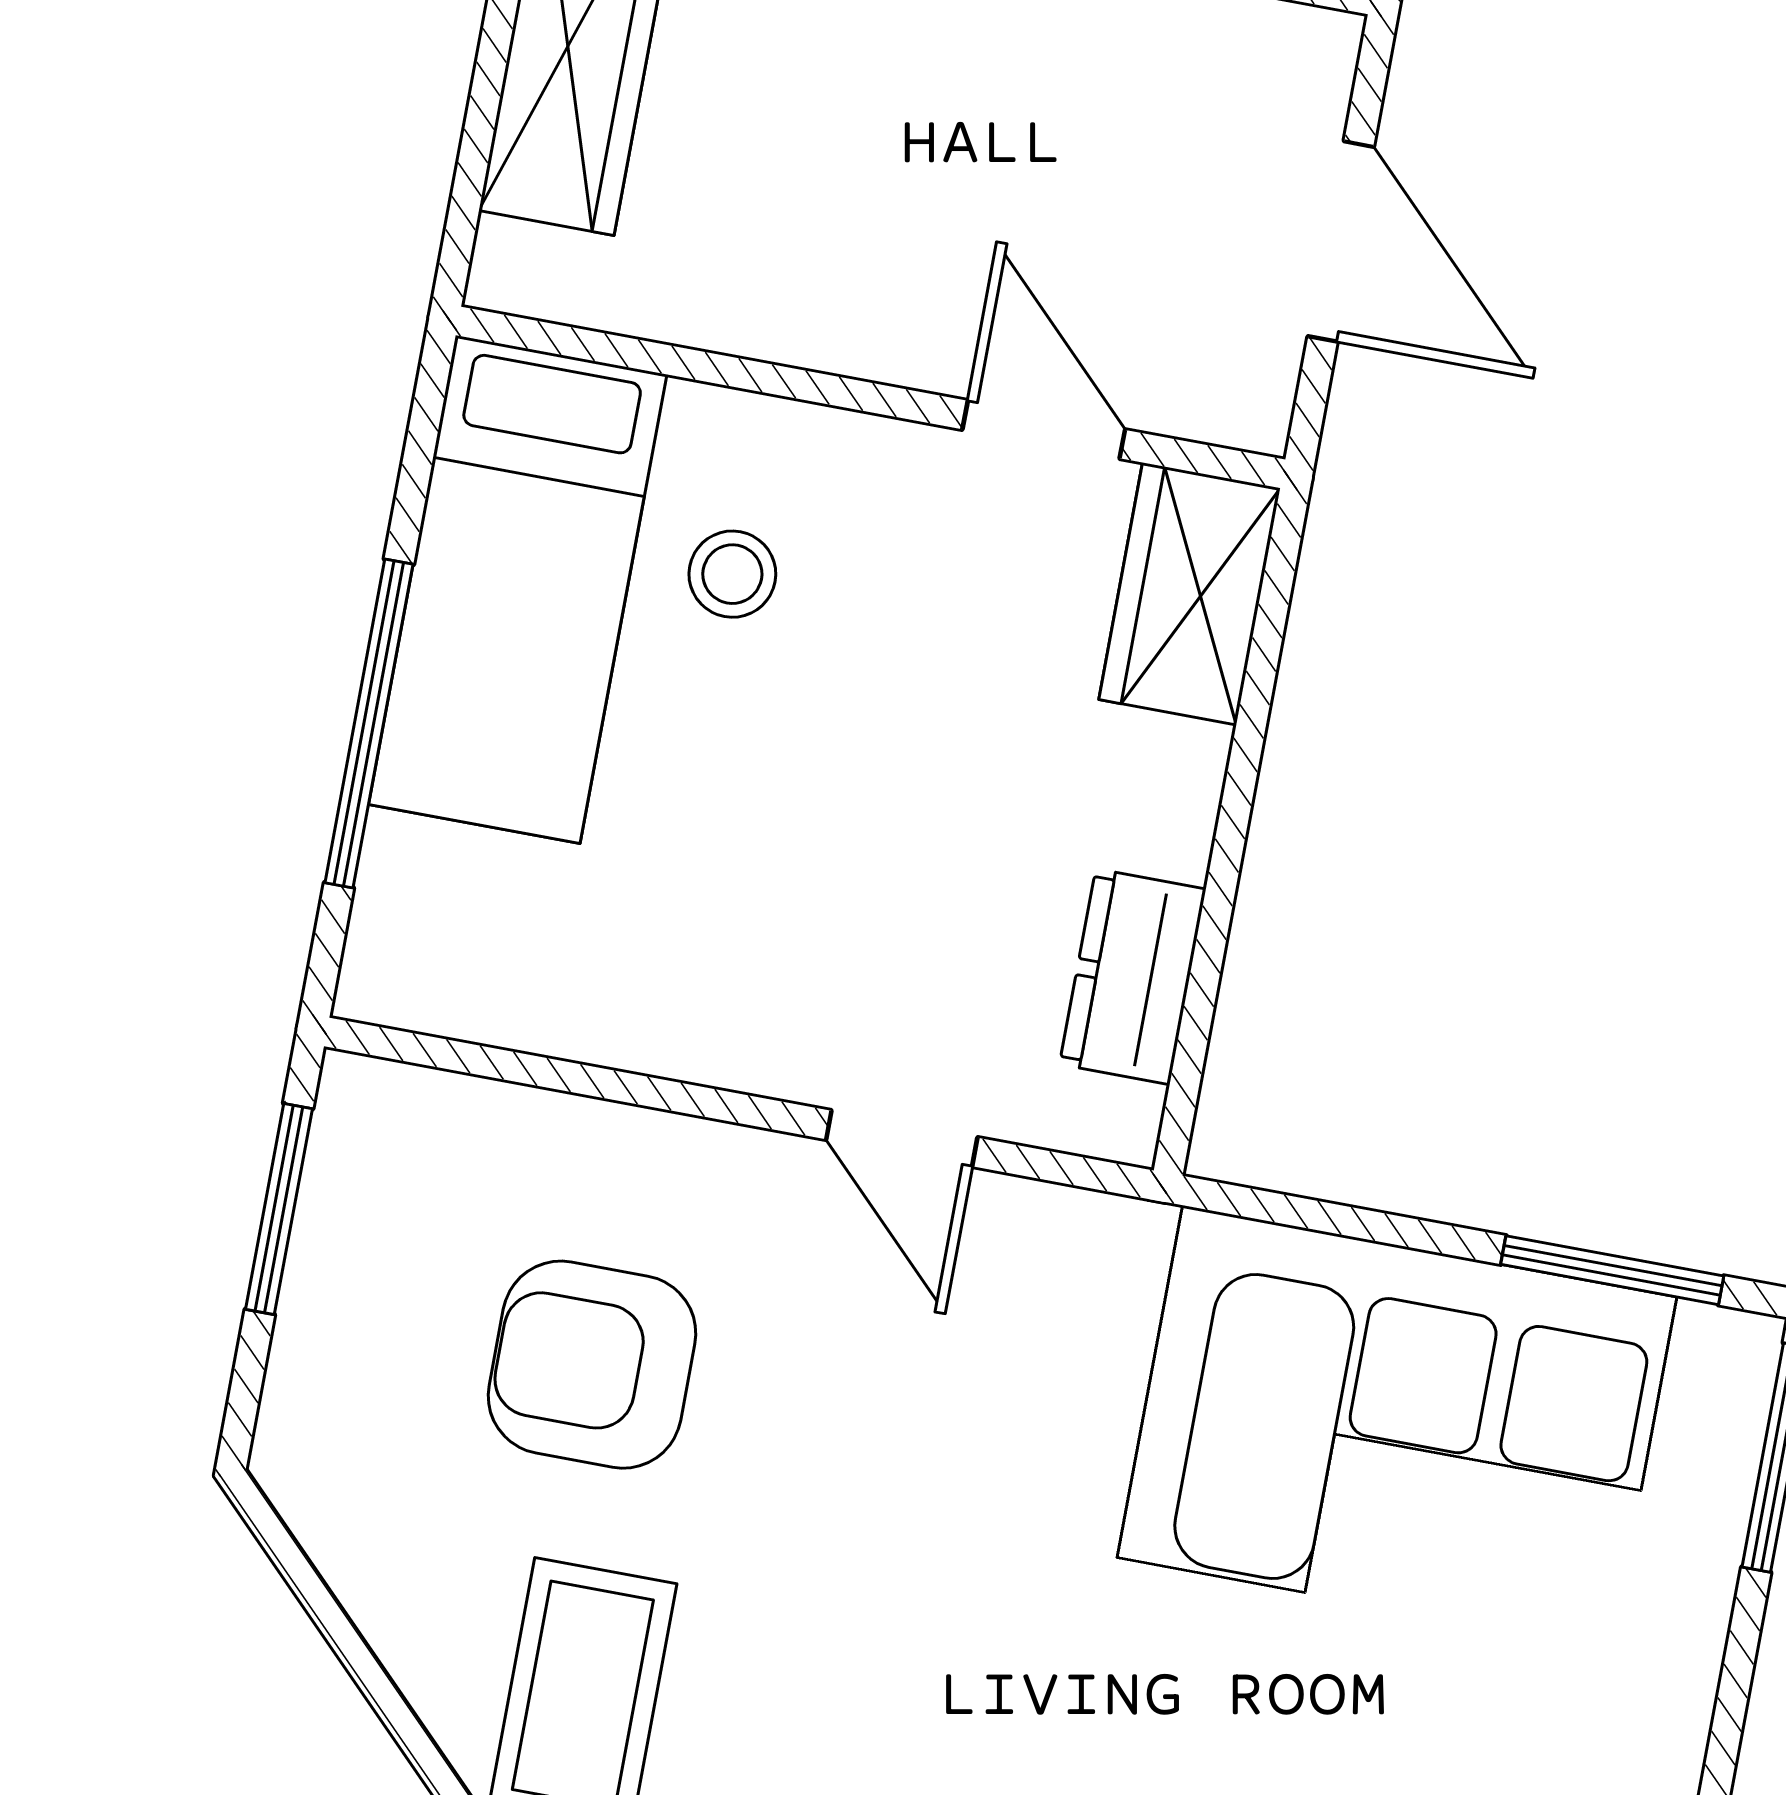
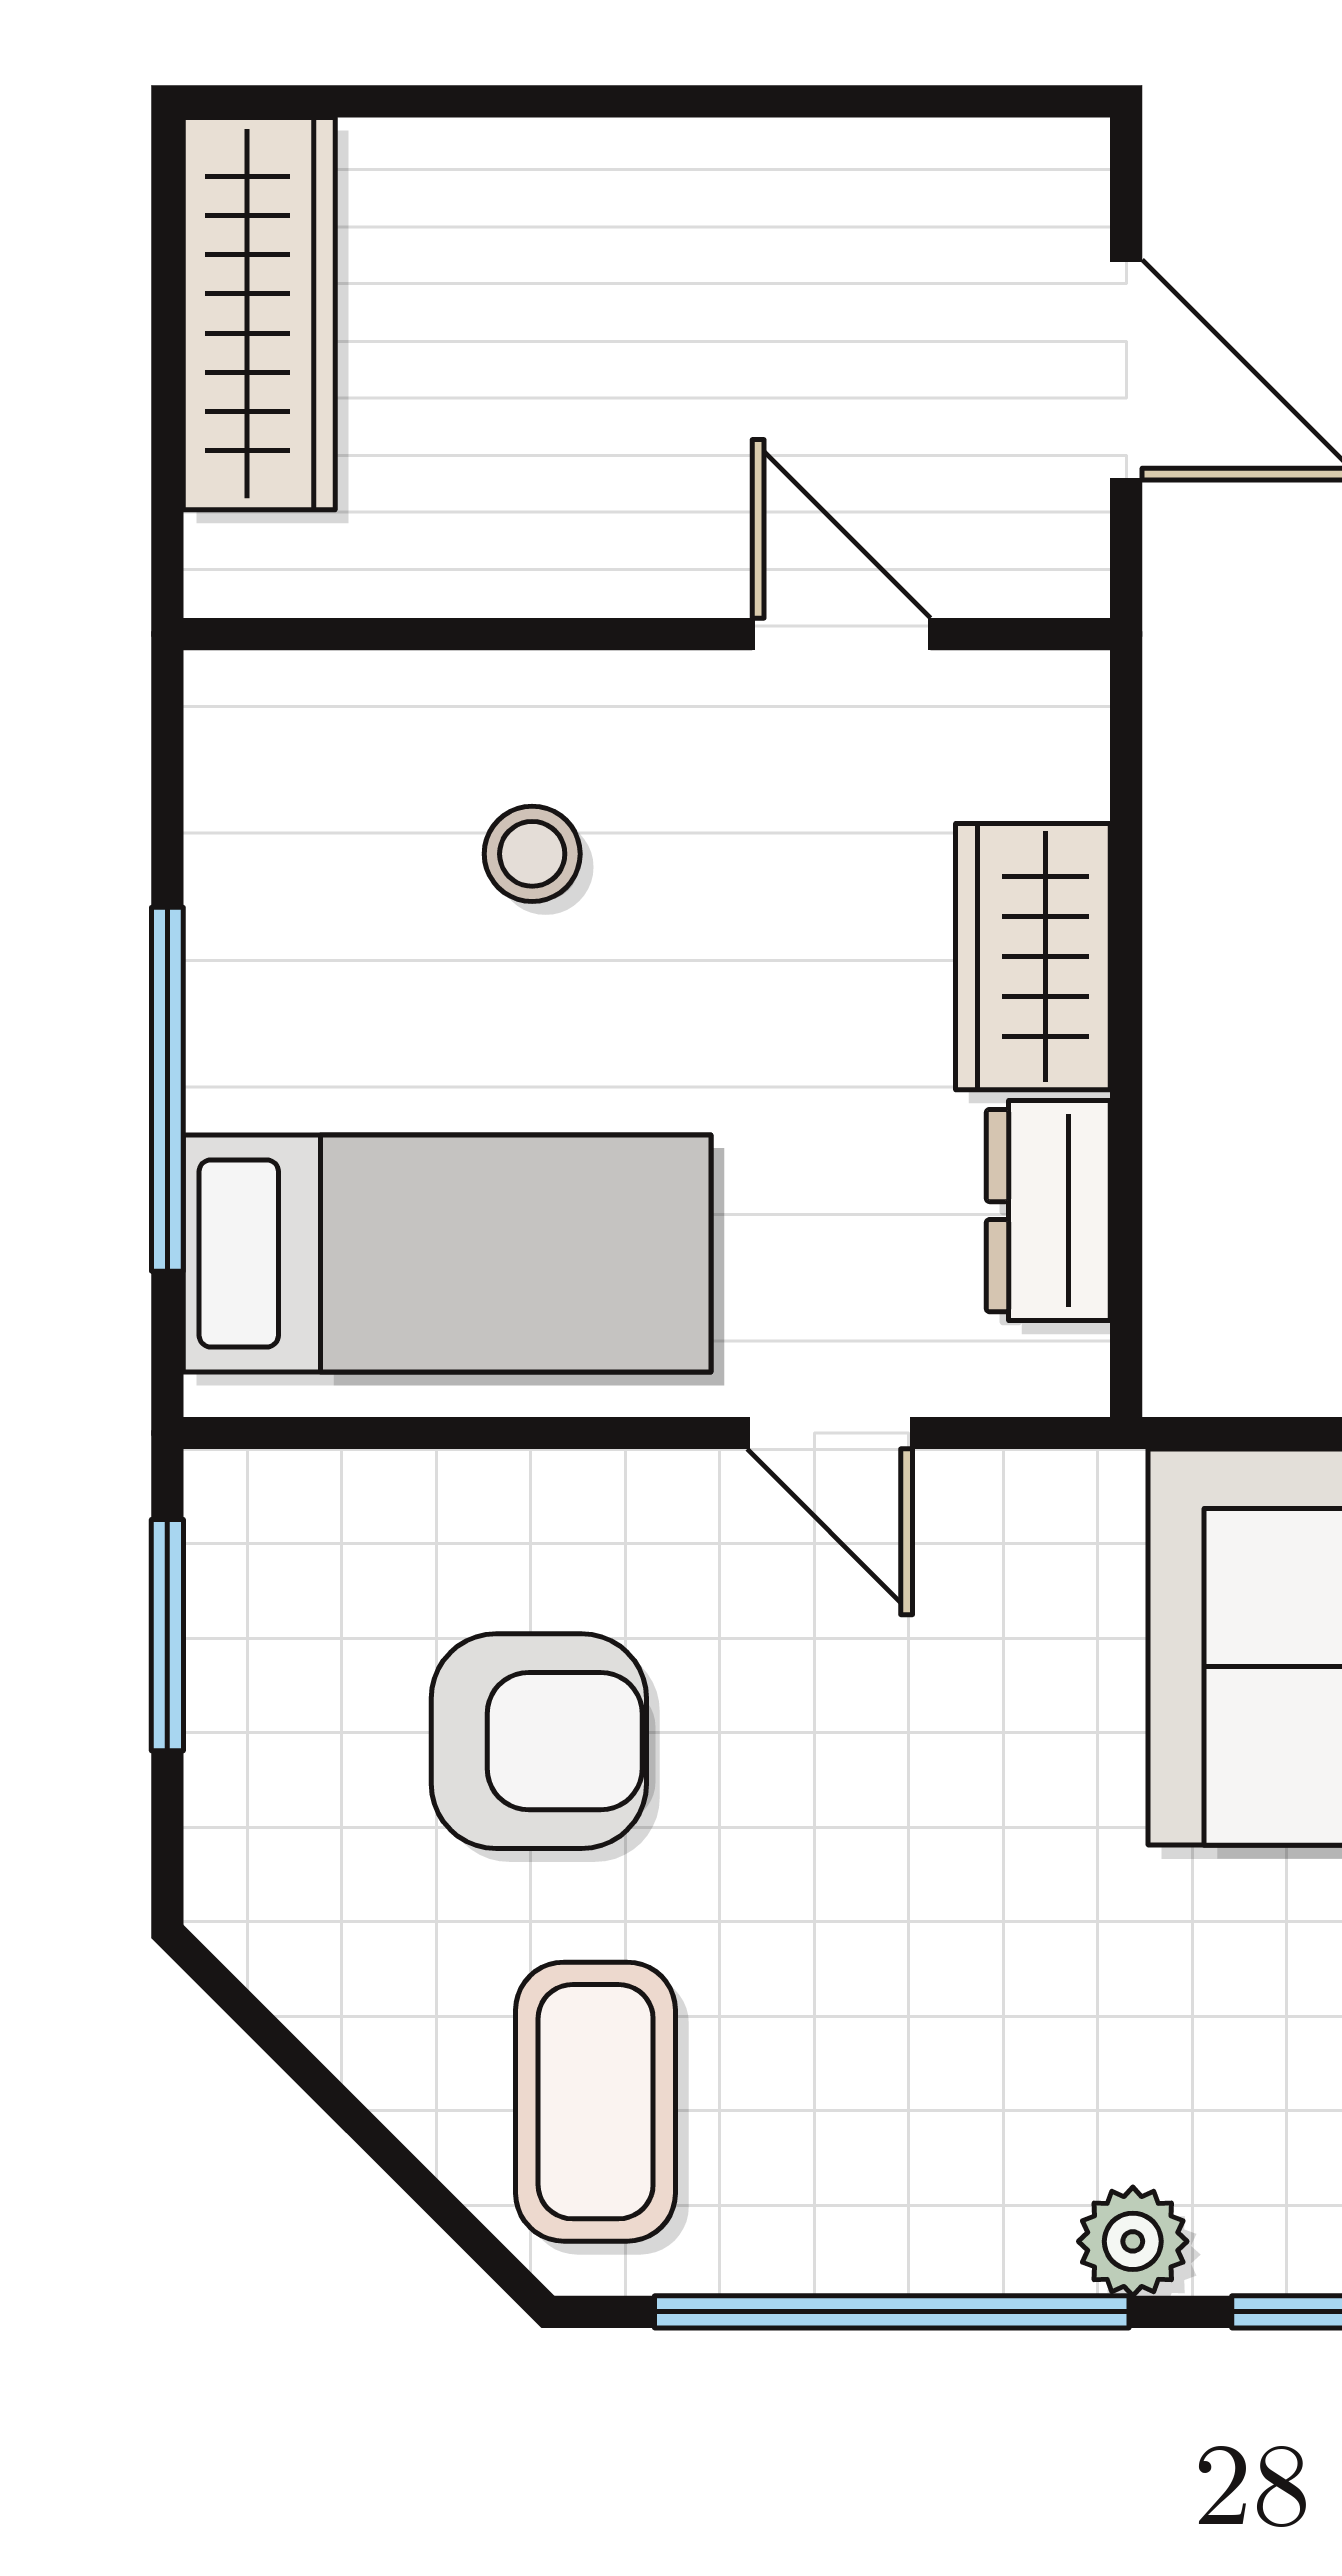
bed: (518, 589) -> (447, 1253), moved, turned -90
wardrobe: (1190, 594) -> (1033, 957), moved
armchair: (592, 1365) -> (539, 1741), turned 180

